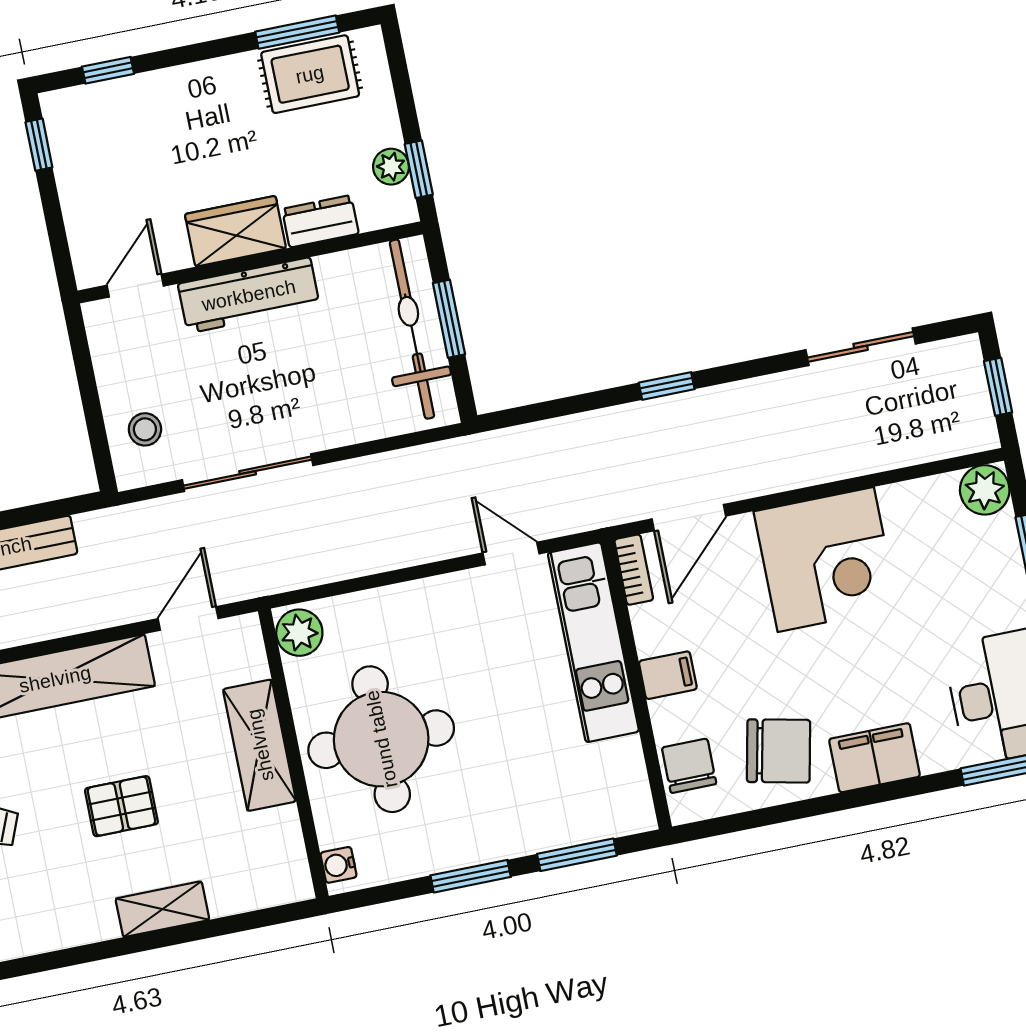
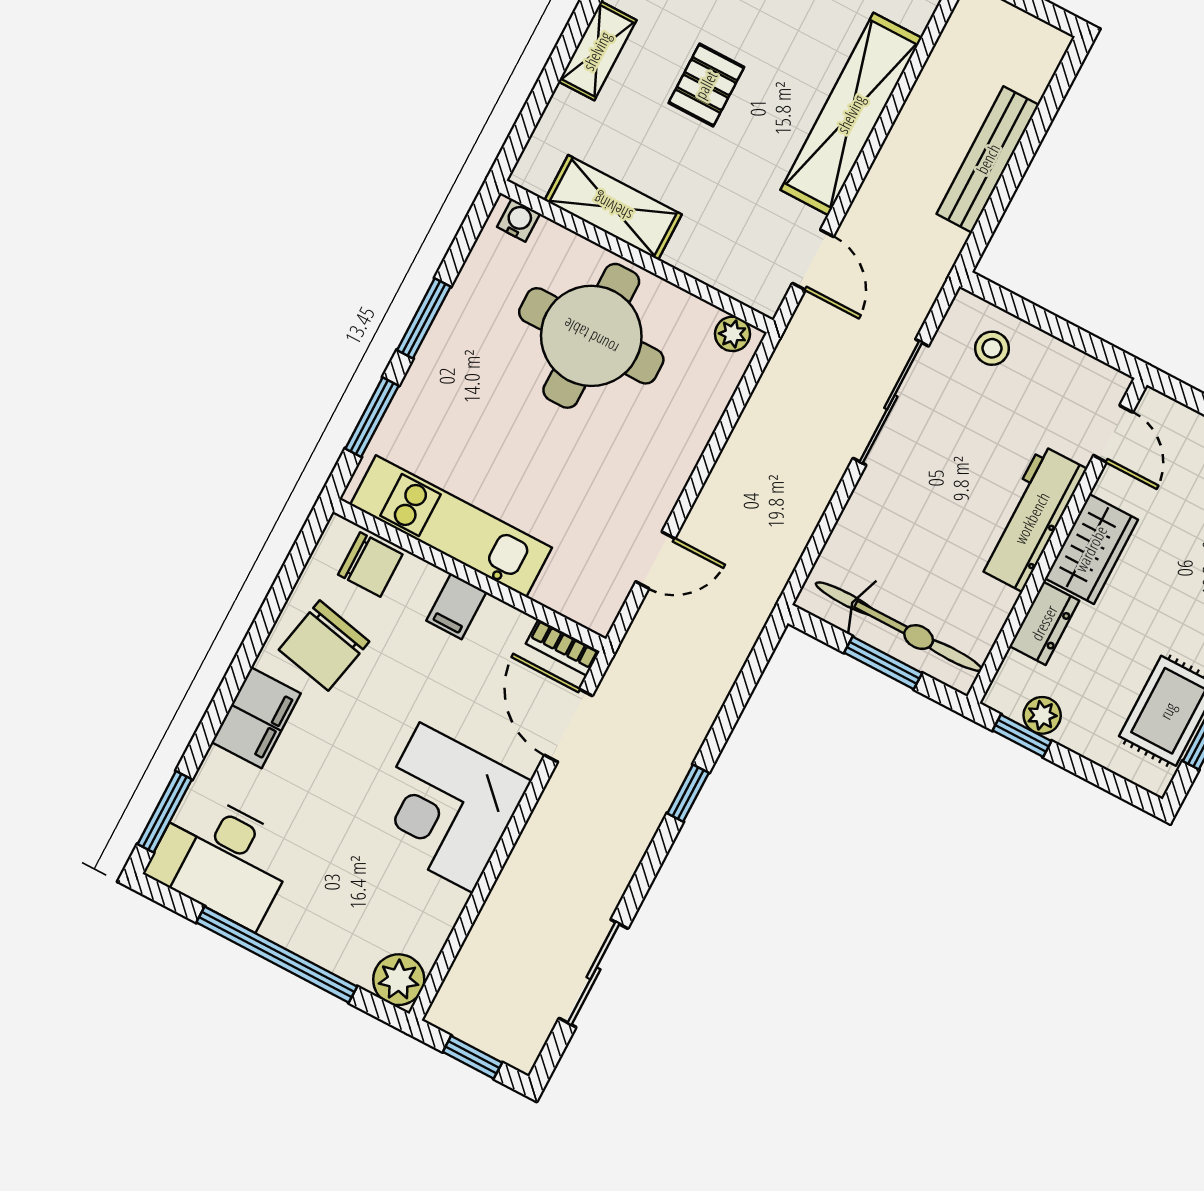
plant: (299, 633) -> (733, 334), width x0.73, depth x0.73
kitchen unit: (593, 642) -> (451, 526), moved
shelving: (260, 745) -> (613, 207), moved

